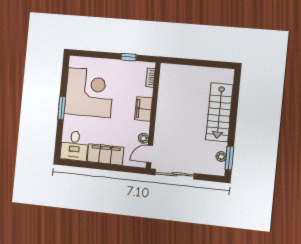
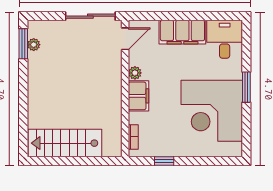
stairs: (219, 112) -> (65, 143), moved, turned -90
plant: (143, 138) -> (135, 73), moved

